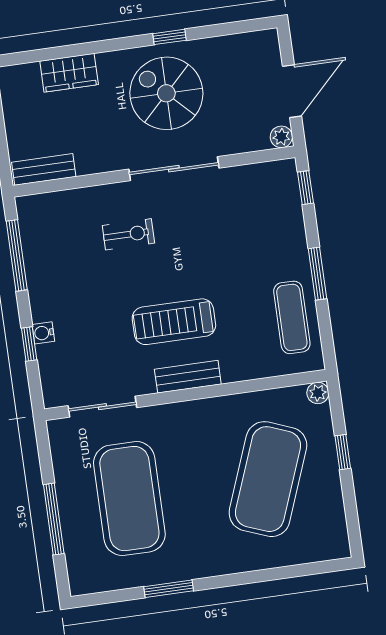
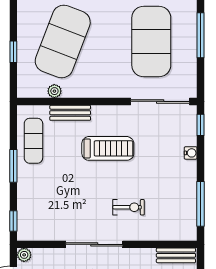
exercise bike: (128, 234) -> (129, 207), turned 180
window: (29, 344) -> (200, 125), moved
bench: (188, 377) -> (70, 113), moved
plant: (318, 393) -> (54, 91), moved
sliding door: (102, 407) -> (160, 101), width x1.37

